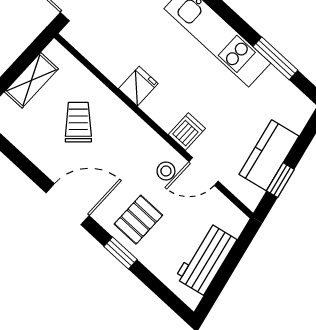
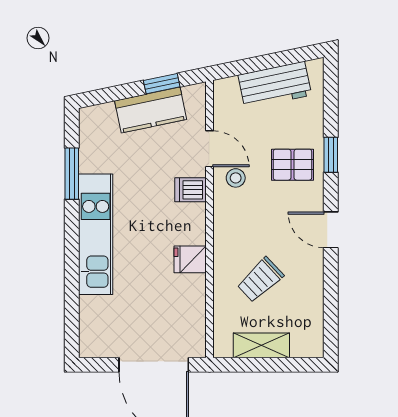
door: (68, 204) -> (331, 230), width x0.73

